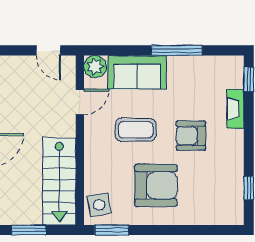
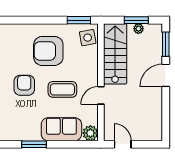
window: (177, 50) -> (34, 144), width x0.69
door: (80, 102) -> (101, 95), moved
armchair: (191, 136) -> (24, 85), turned -90
plant: (26, 218) -> (138, 29), added

